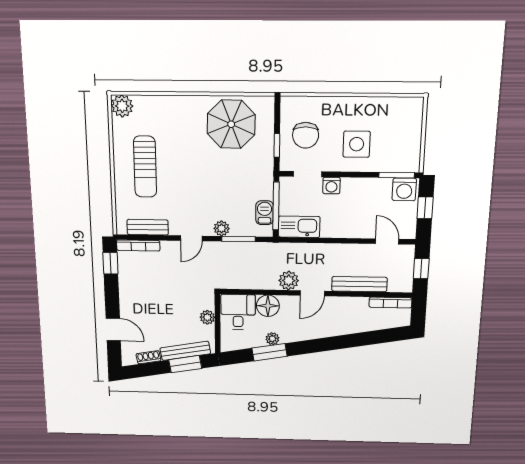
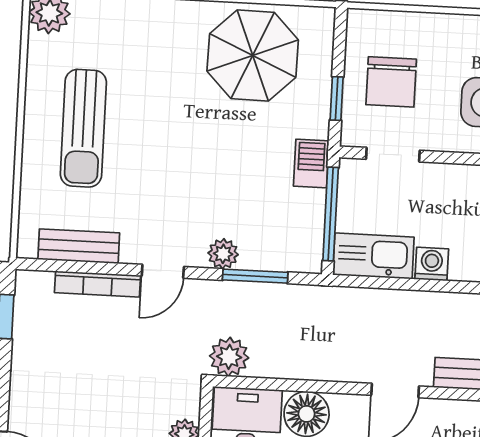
washing machine: (331, 186) -> (432, 264), moved, turned 180
barbecue: (265, 213) -> (311, 164), moved
bookcase: (138, 245) -> (98, 284), moved
plant: (289, 281) -> (229, 357), moved

